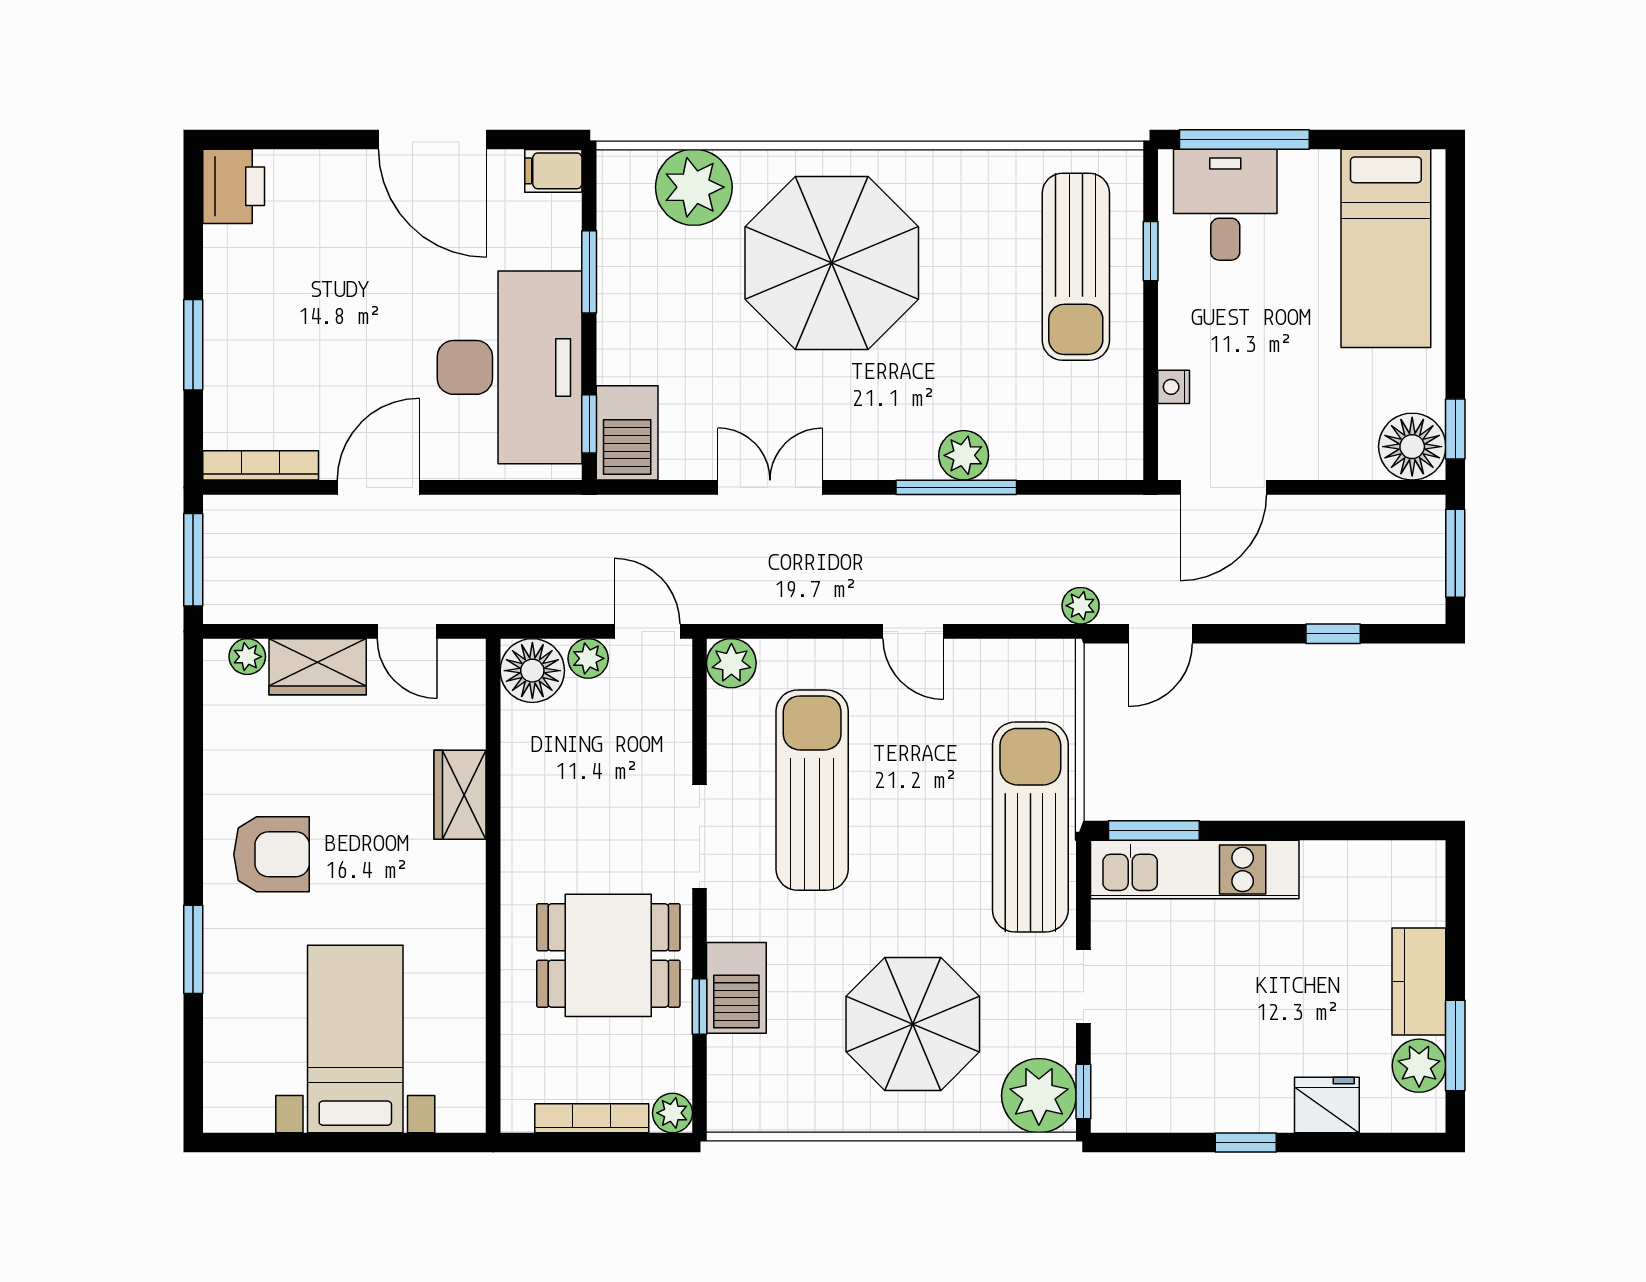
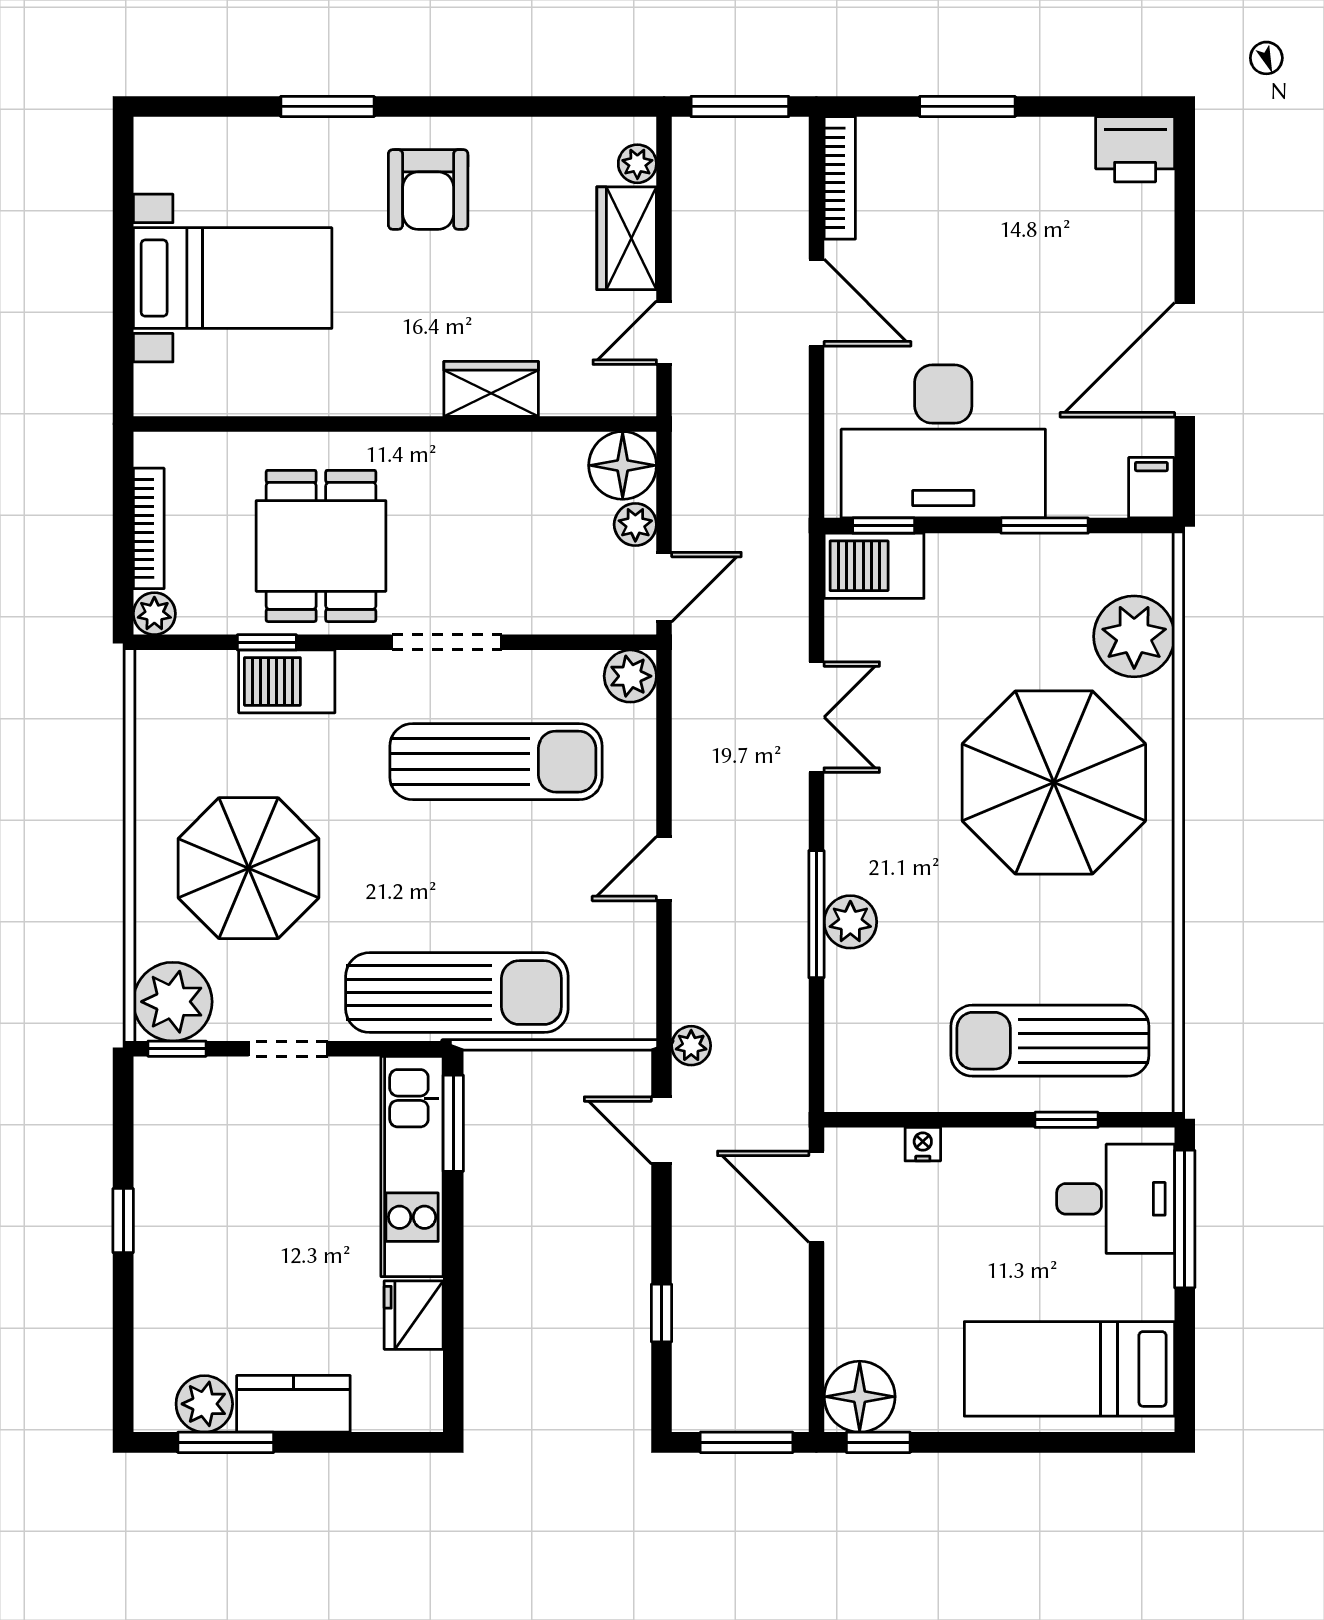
fridge: (1327, 1105) -> (414, 1315), moved, turned 180

